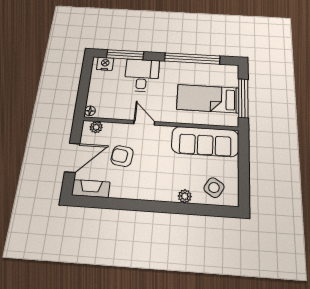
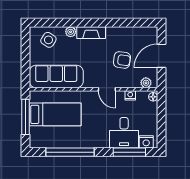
desk: (142, 75) -> (124, 133), moved
nightstand: (117, 114) -> (130, 95), added
fireplace: (91, 189) -> (91, 33), moved

